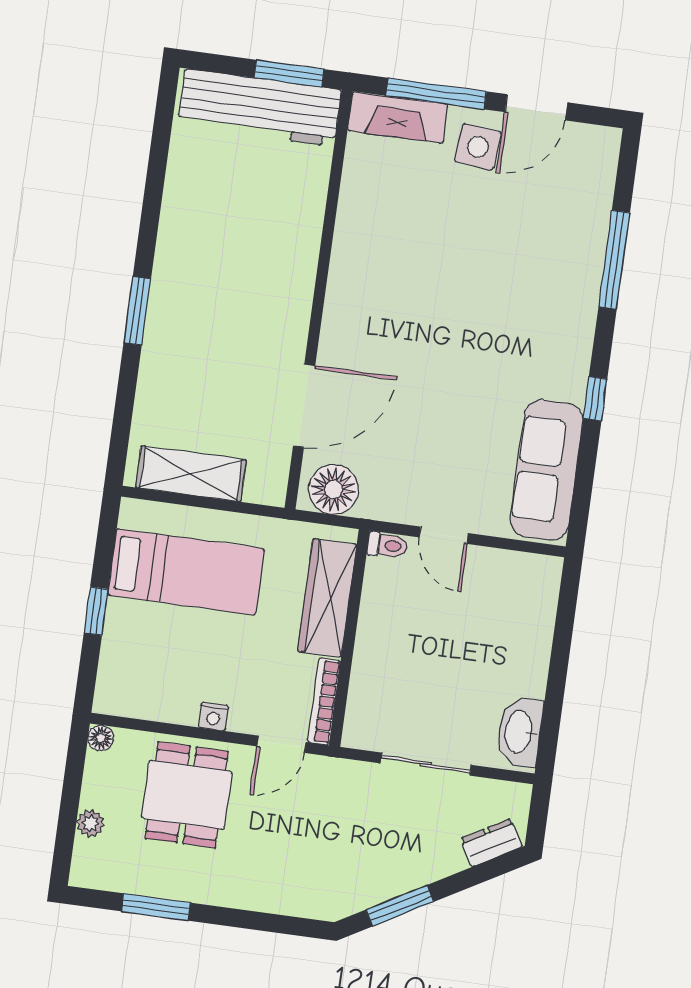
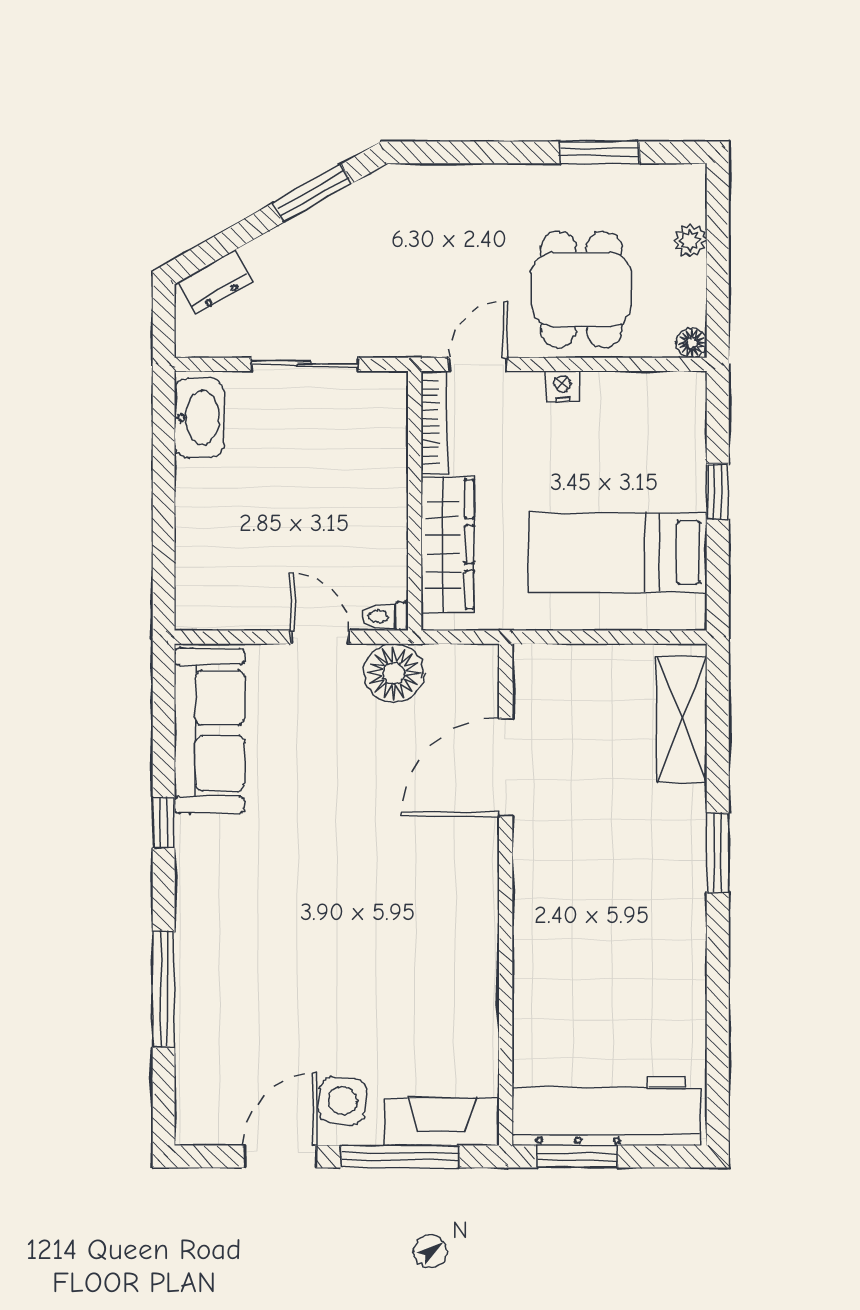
shelving: (191, 474) -> (682, 719), moved, turned 90
floor lamp: (333, 490) -> (394, 673), moved

